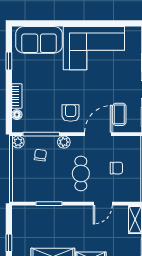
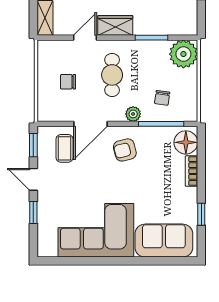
armchair: (71, 113) -> (125, 150), turned 76
floor lamp: (17, 115) -> (186, 142), width x1.89, depth x1.89
plant: (18, 142) -> (183, 54), moved, width x1.87, depth x1.87
wardrobe: (78, 214) -> (115, 25), added

